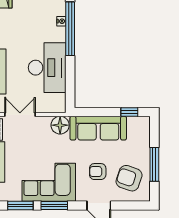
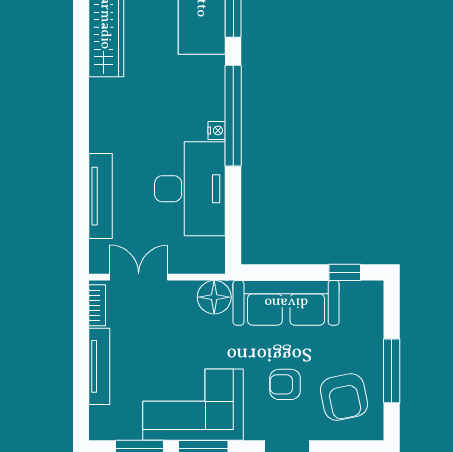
nightstand: (61, 21) -> (217, 130), moved
armchair: (129, 178) -> (344, 397), turned -121

